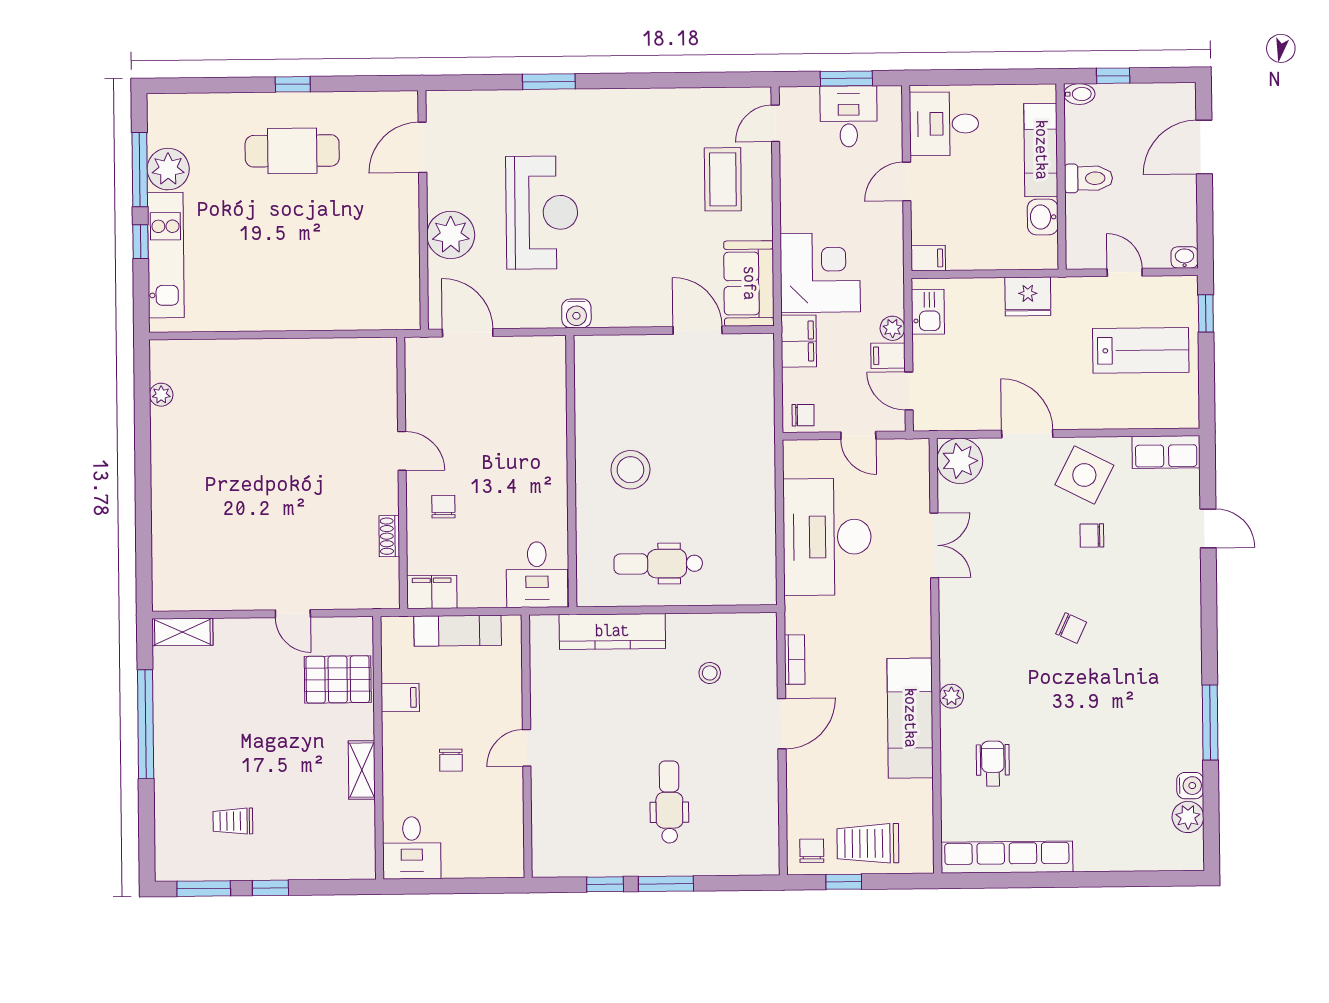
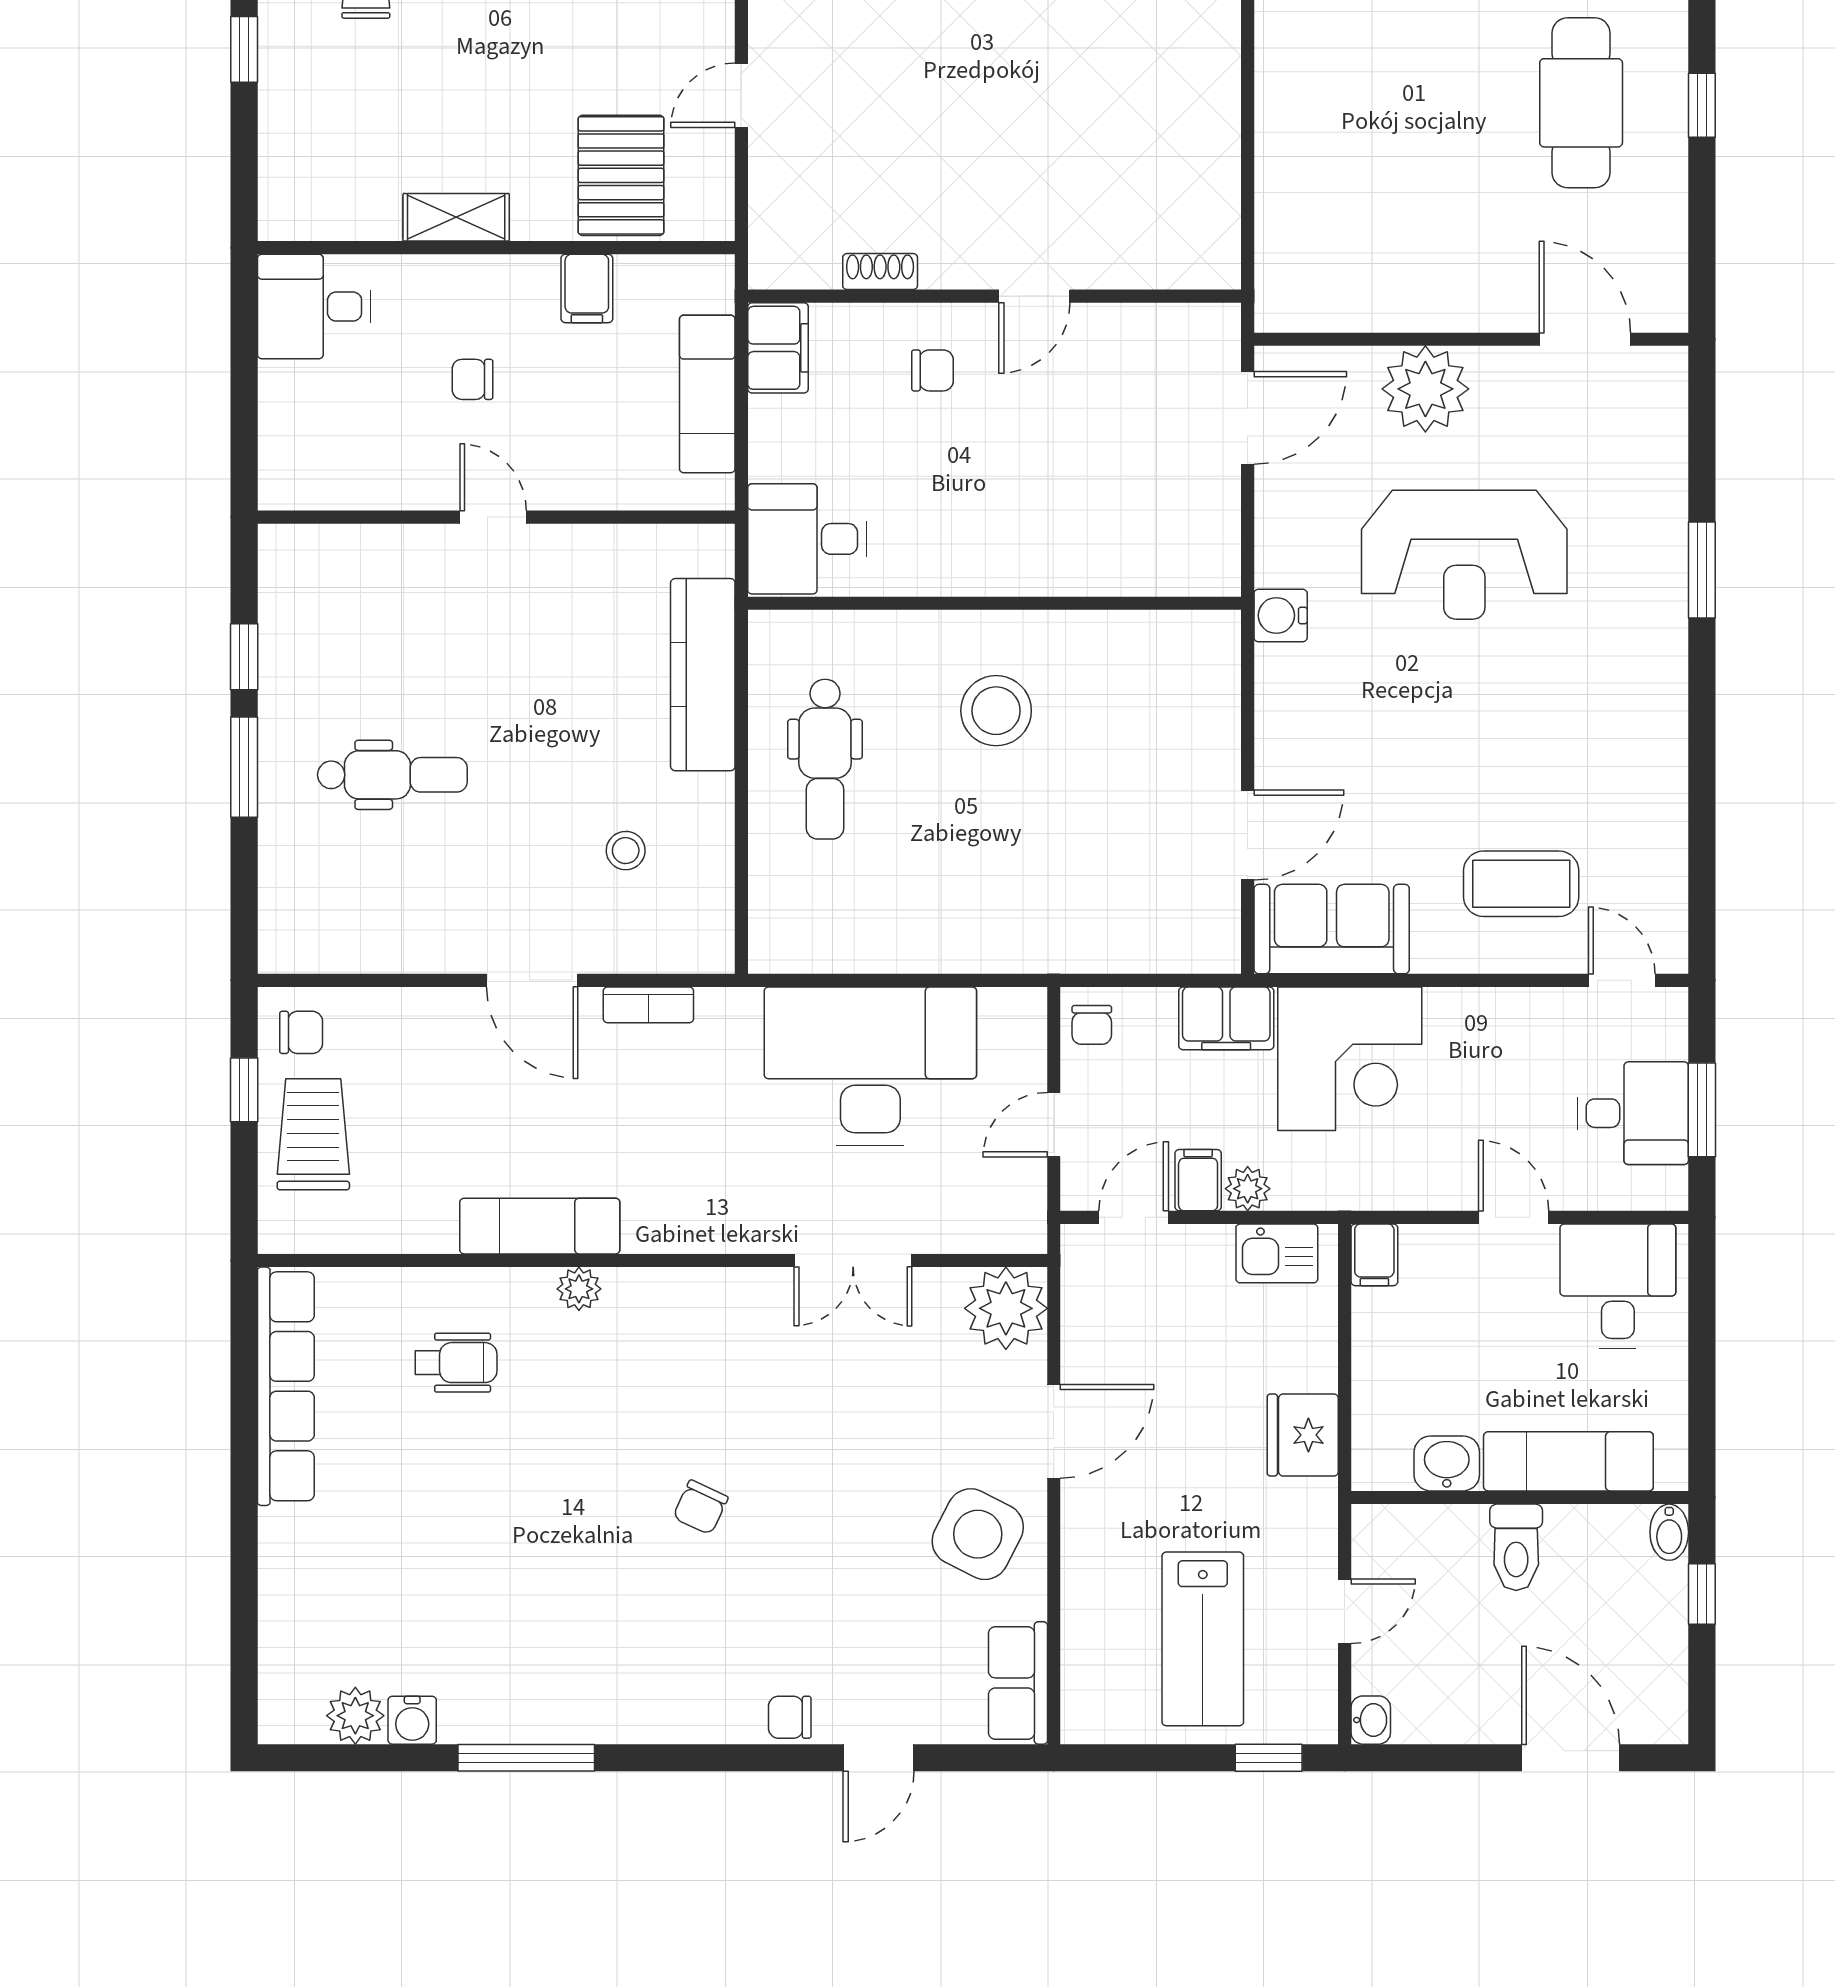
chair: (1092, 536) -> (790, 1717), moved, turned -90
dental chair: (658, 564) -> (825, 759), turned 180
exam couch: (910, 718) -> (540, 1226), width x0.73, depth x0.69

